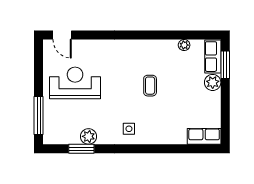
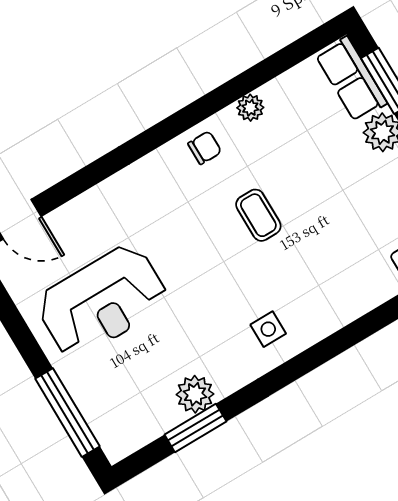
plant: (184, 45) -> (250, 108), moved
chair: (145, 50) -> (205, 148), added
reception desk: (75, 83) -> (102, 301), turned 180

